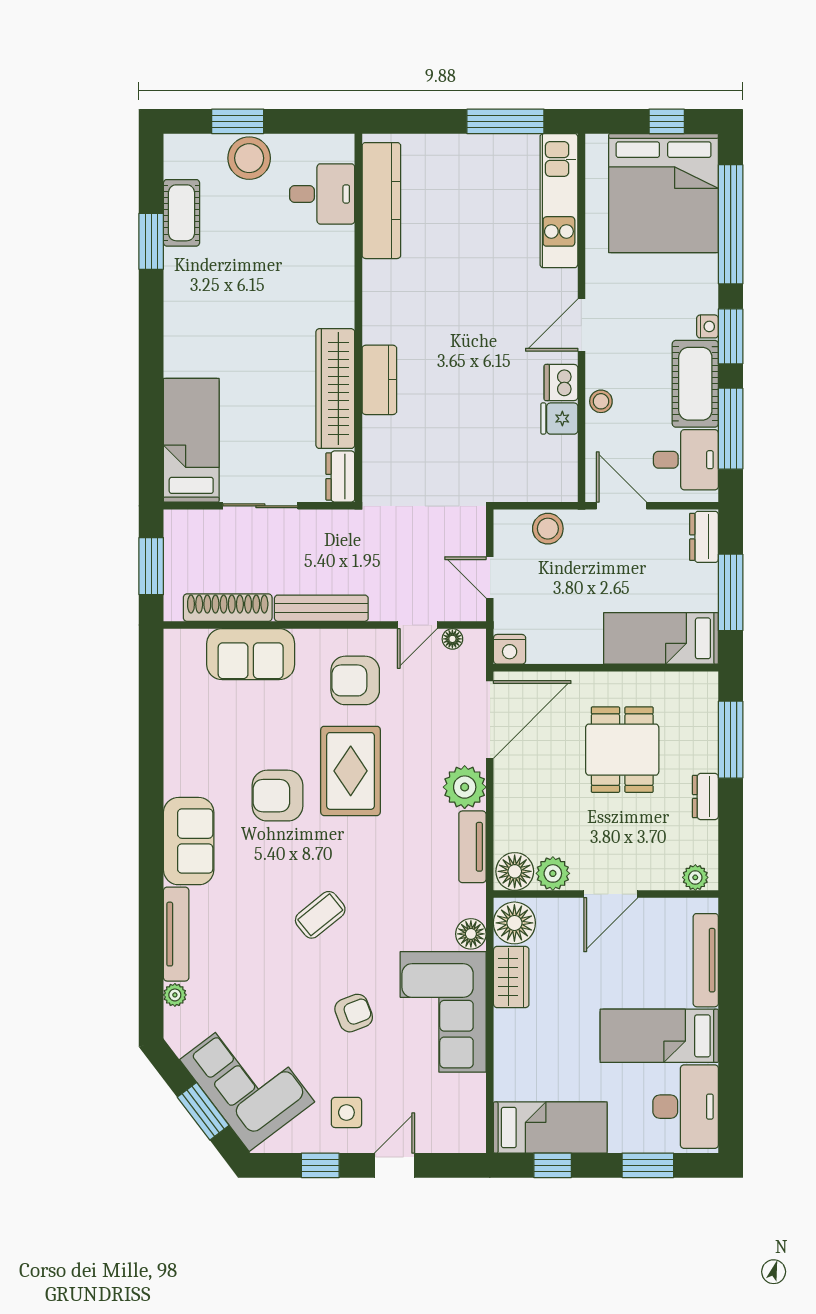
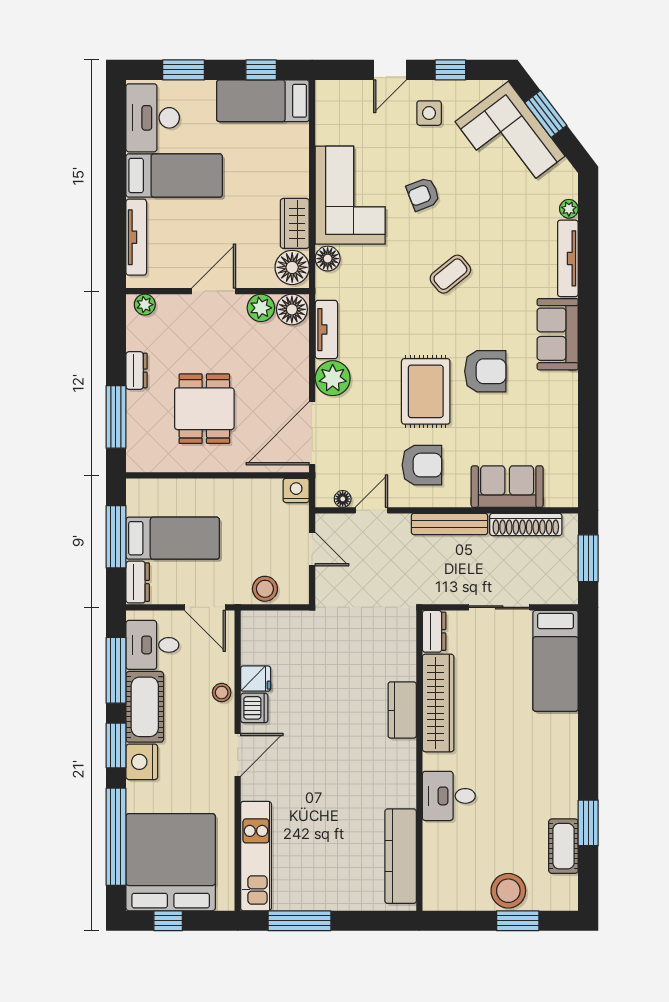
desk: (322, 194) -> (449, 796), moved
nightstand: (708, 326) -> (142, 762), width x1.89, depth x1.79
bed: (661, 638) -> (173, 538), moved

